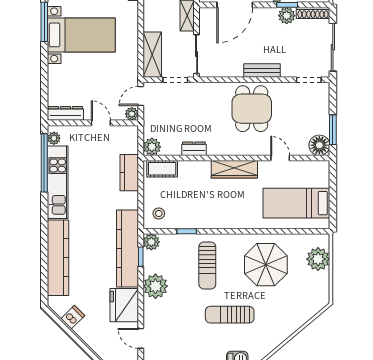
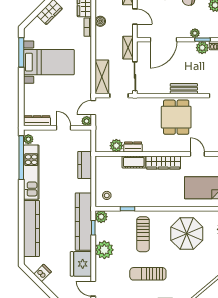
plant: (152, 147) -> (116, 146), moved
cot: (162, 169) -> (134, 162), moved
sun lounger: (230, 315) -> (148, 274), moved

